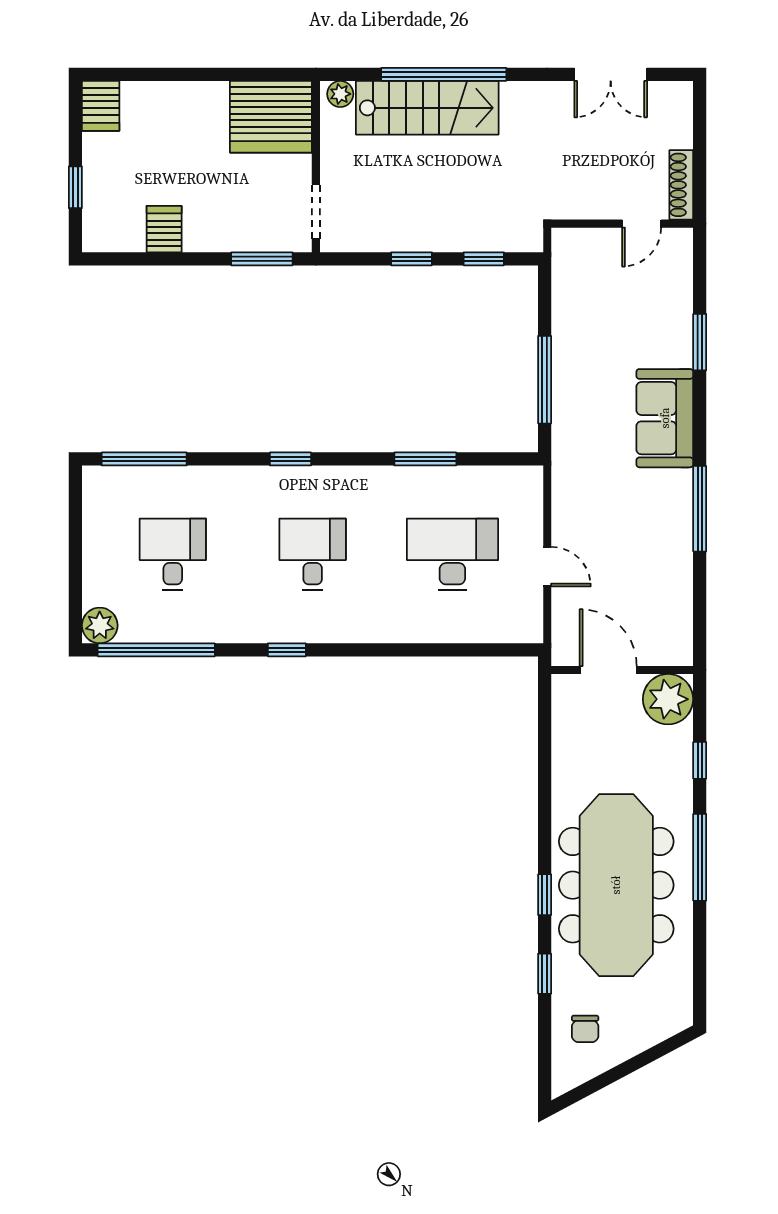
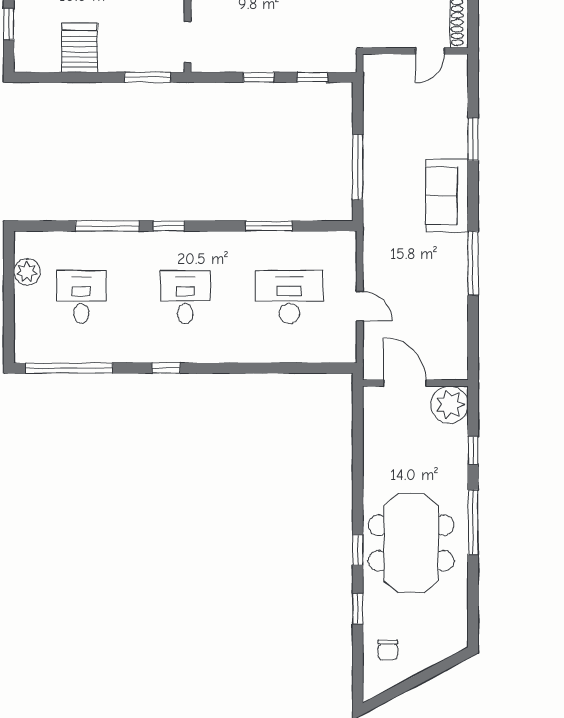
server rack: (164, 229) -> (80, 48), width x1.36, depth x1.44
window: (144, 459) -> (107, 226), moved
plant: (100, 625) -> (27, 272), moved
meeting table: (616, 885) -> (411, 543), width x0.73

